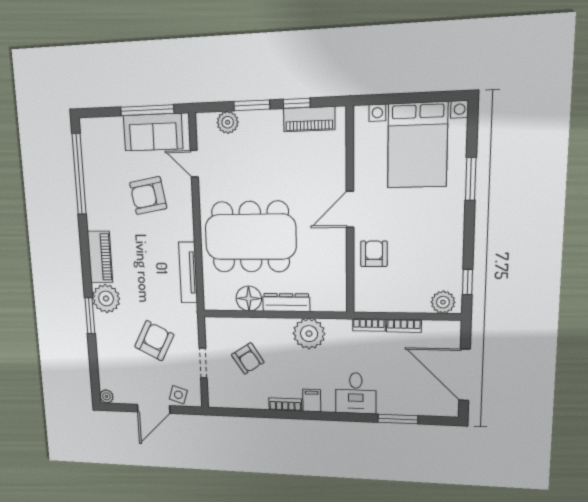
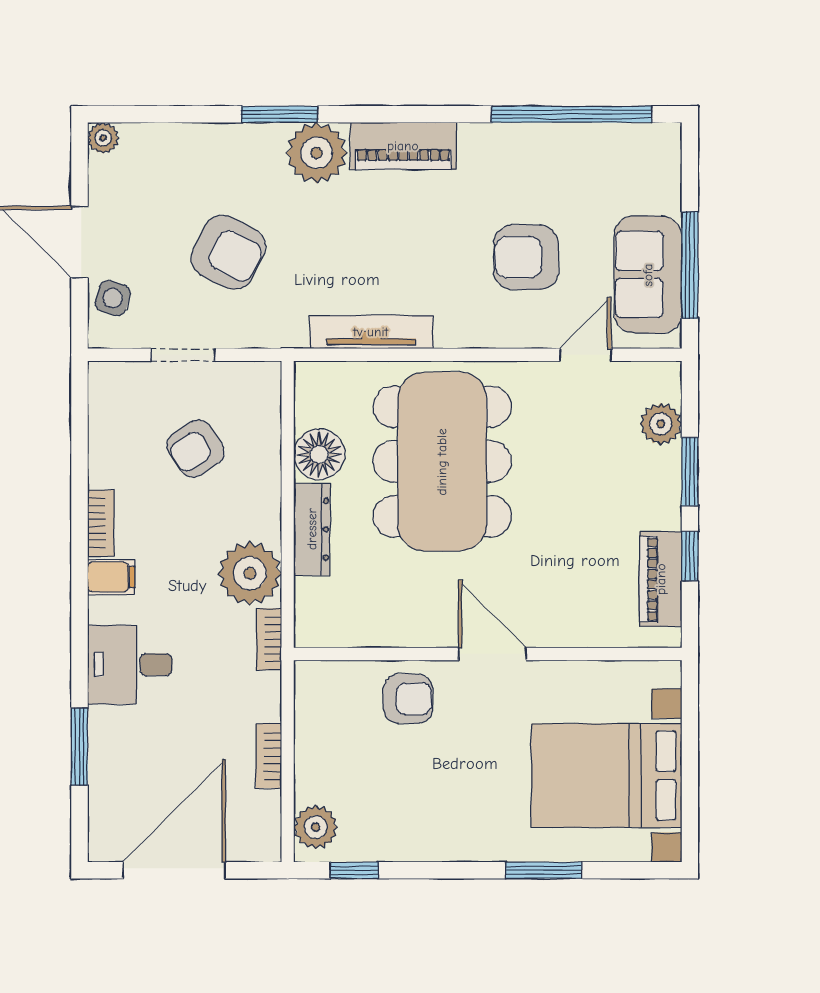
armchair: (148, 196) -> (526, 257), turned -80
bookcase: (369, 325) -> (269, 639), moved

